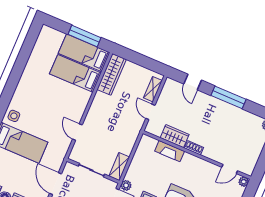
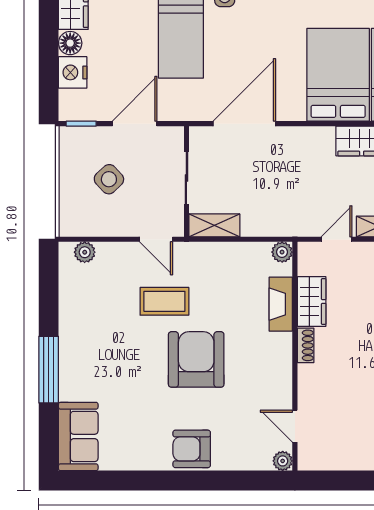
bed: (75, 73) -> (338, 75), width x1.50
door: (77, 132) -> (244, 124), width x1.88
plant: (126, 185) -> (282, 252), moved

